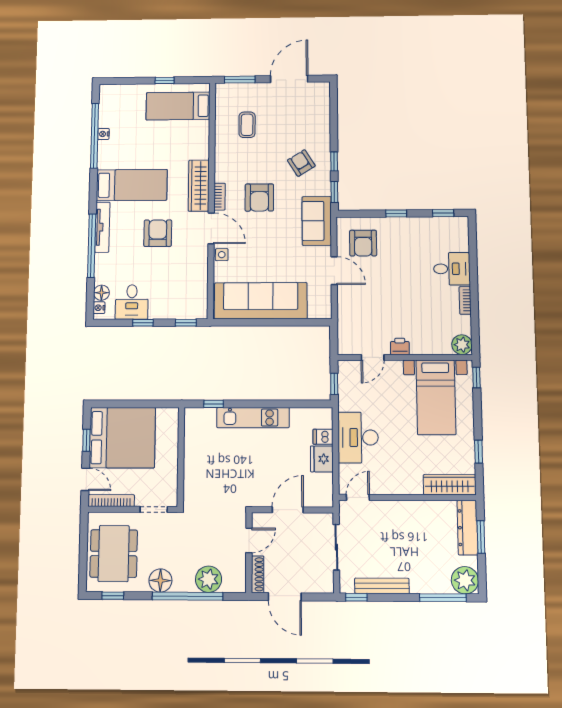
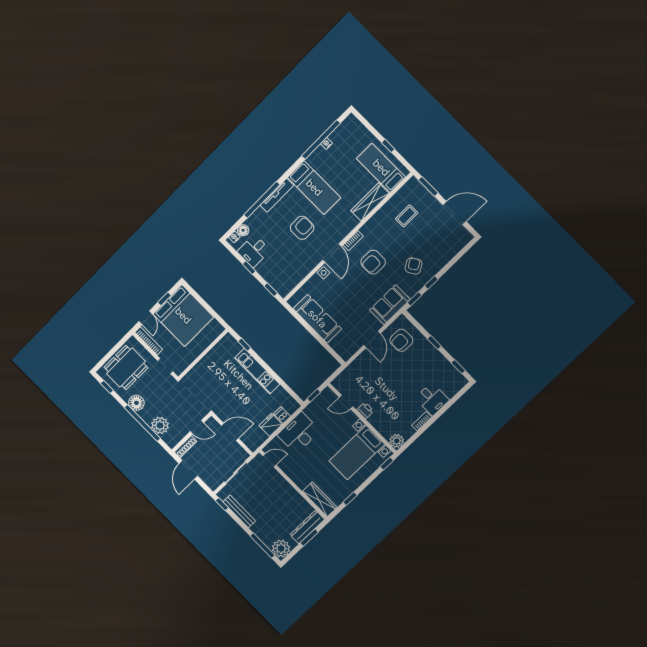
wardrobe: (199, 186) -> (370, 202), moved
sofa: (261, 301) -> (317, 319), width x0.74, depth x0.79

